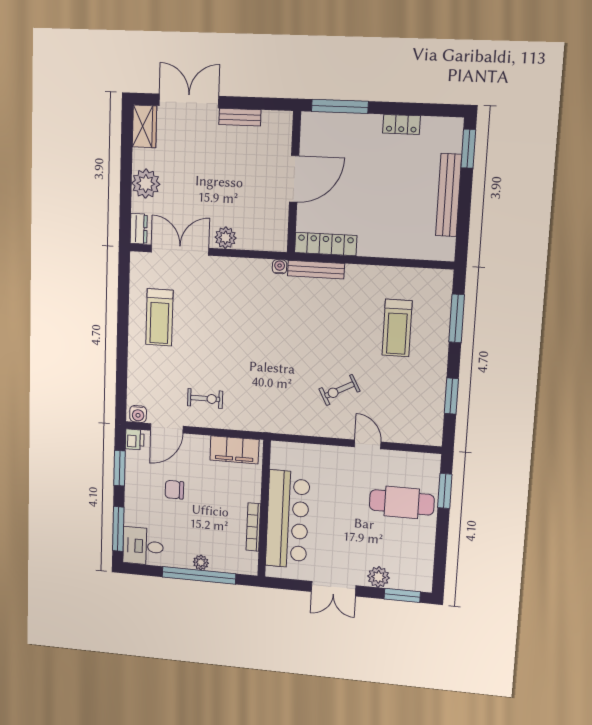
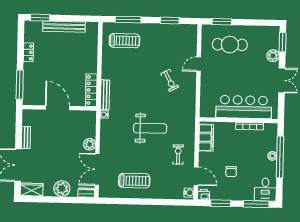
treadmill: (397, 328) -> (124, 41), moved
weight bench: (253, 350) -> (150, 128), added
cafe table: (402, 502) -> (230, 45), turned 90

